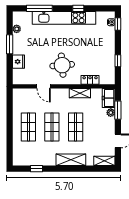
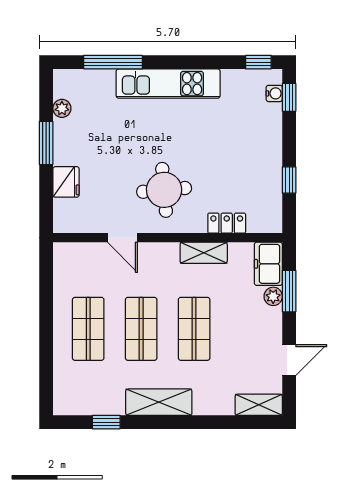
window: (78, 8) -> (258, 62), moved
kitchen unit: (64, 18) -> (168, 84), width x0.73
shelving: (71, 160) -> (159, 402), moved

